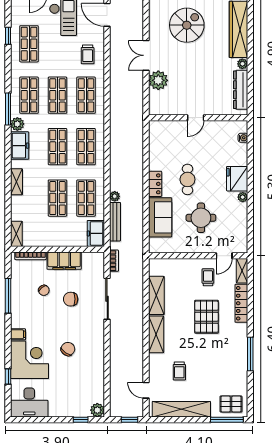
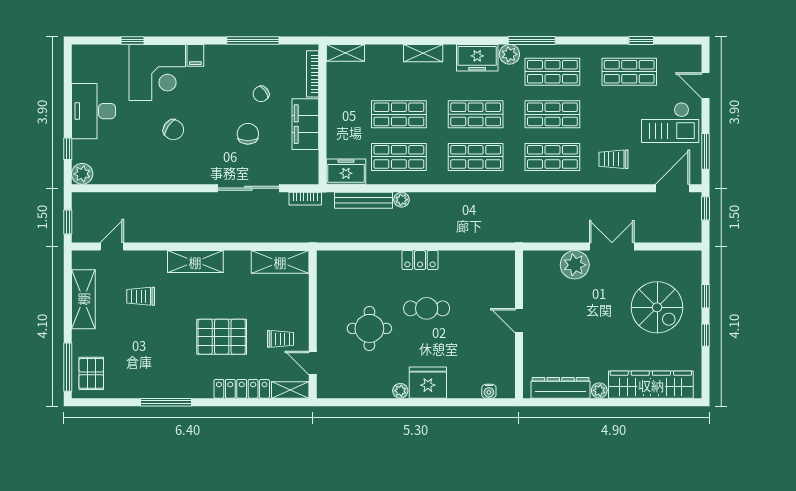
sofa: (160, 217) -> (370, 268), removed
shelving: (156, 295) -> (280, 262), moved
desk: (29, 403) -> (93, 111), moved
shelving: (181, 409) -> (83, 299), width x0.68

